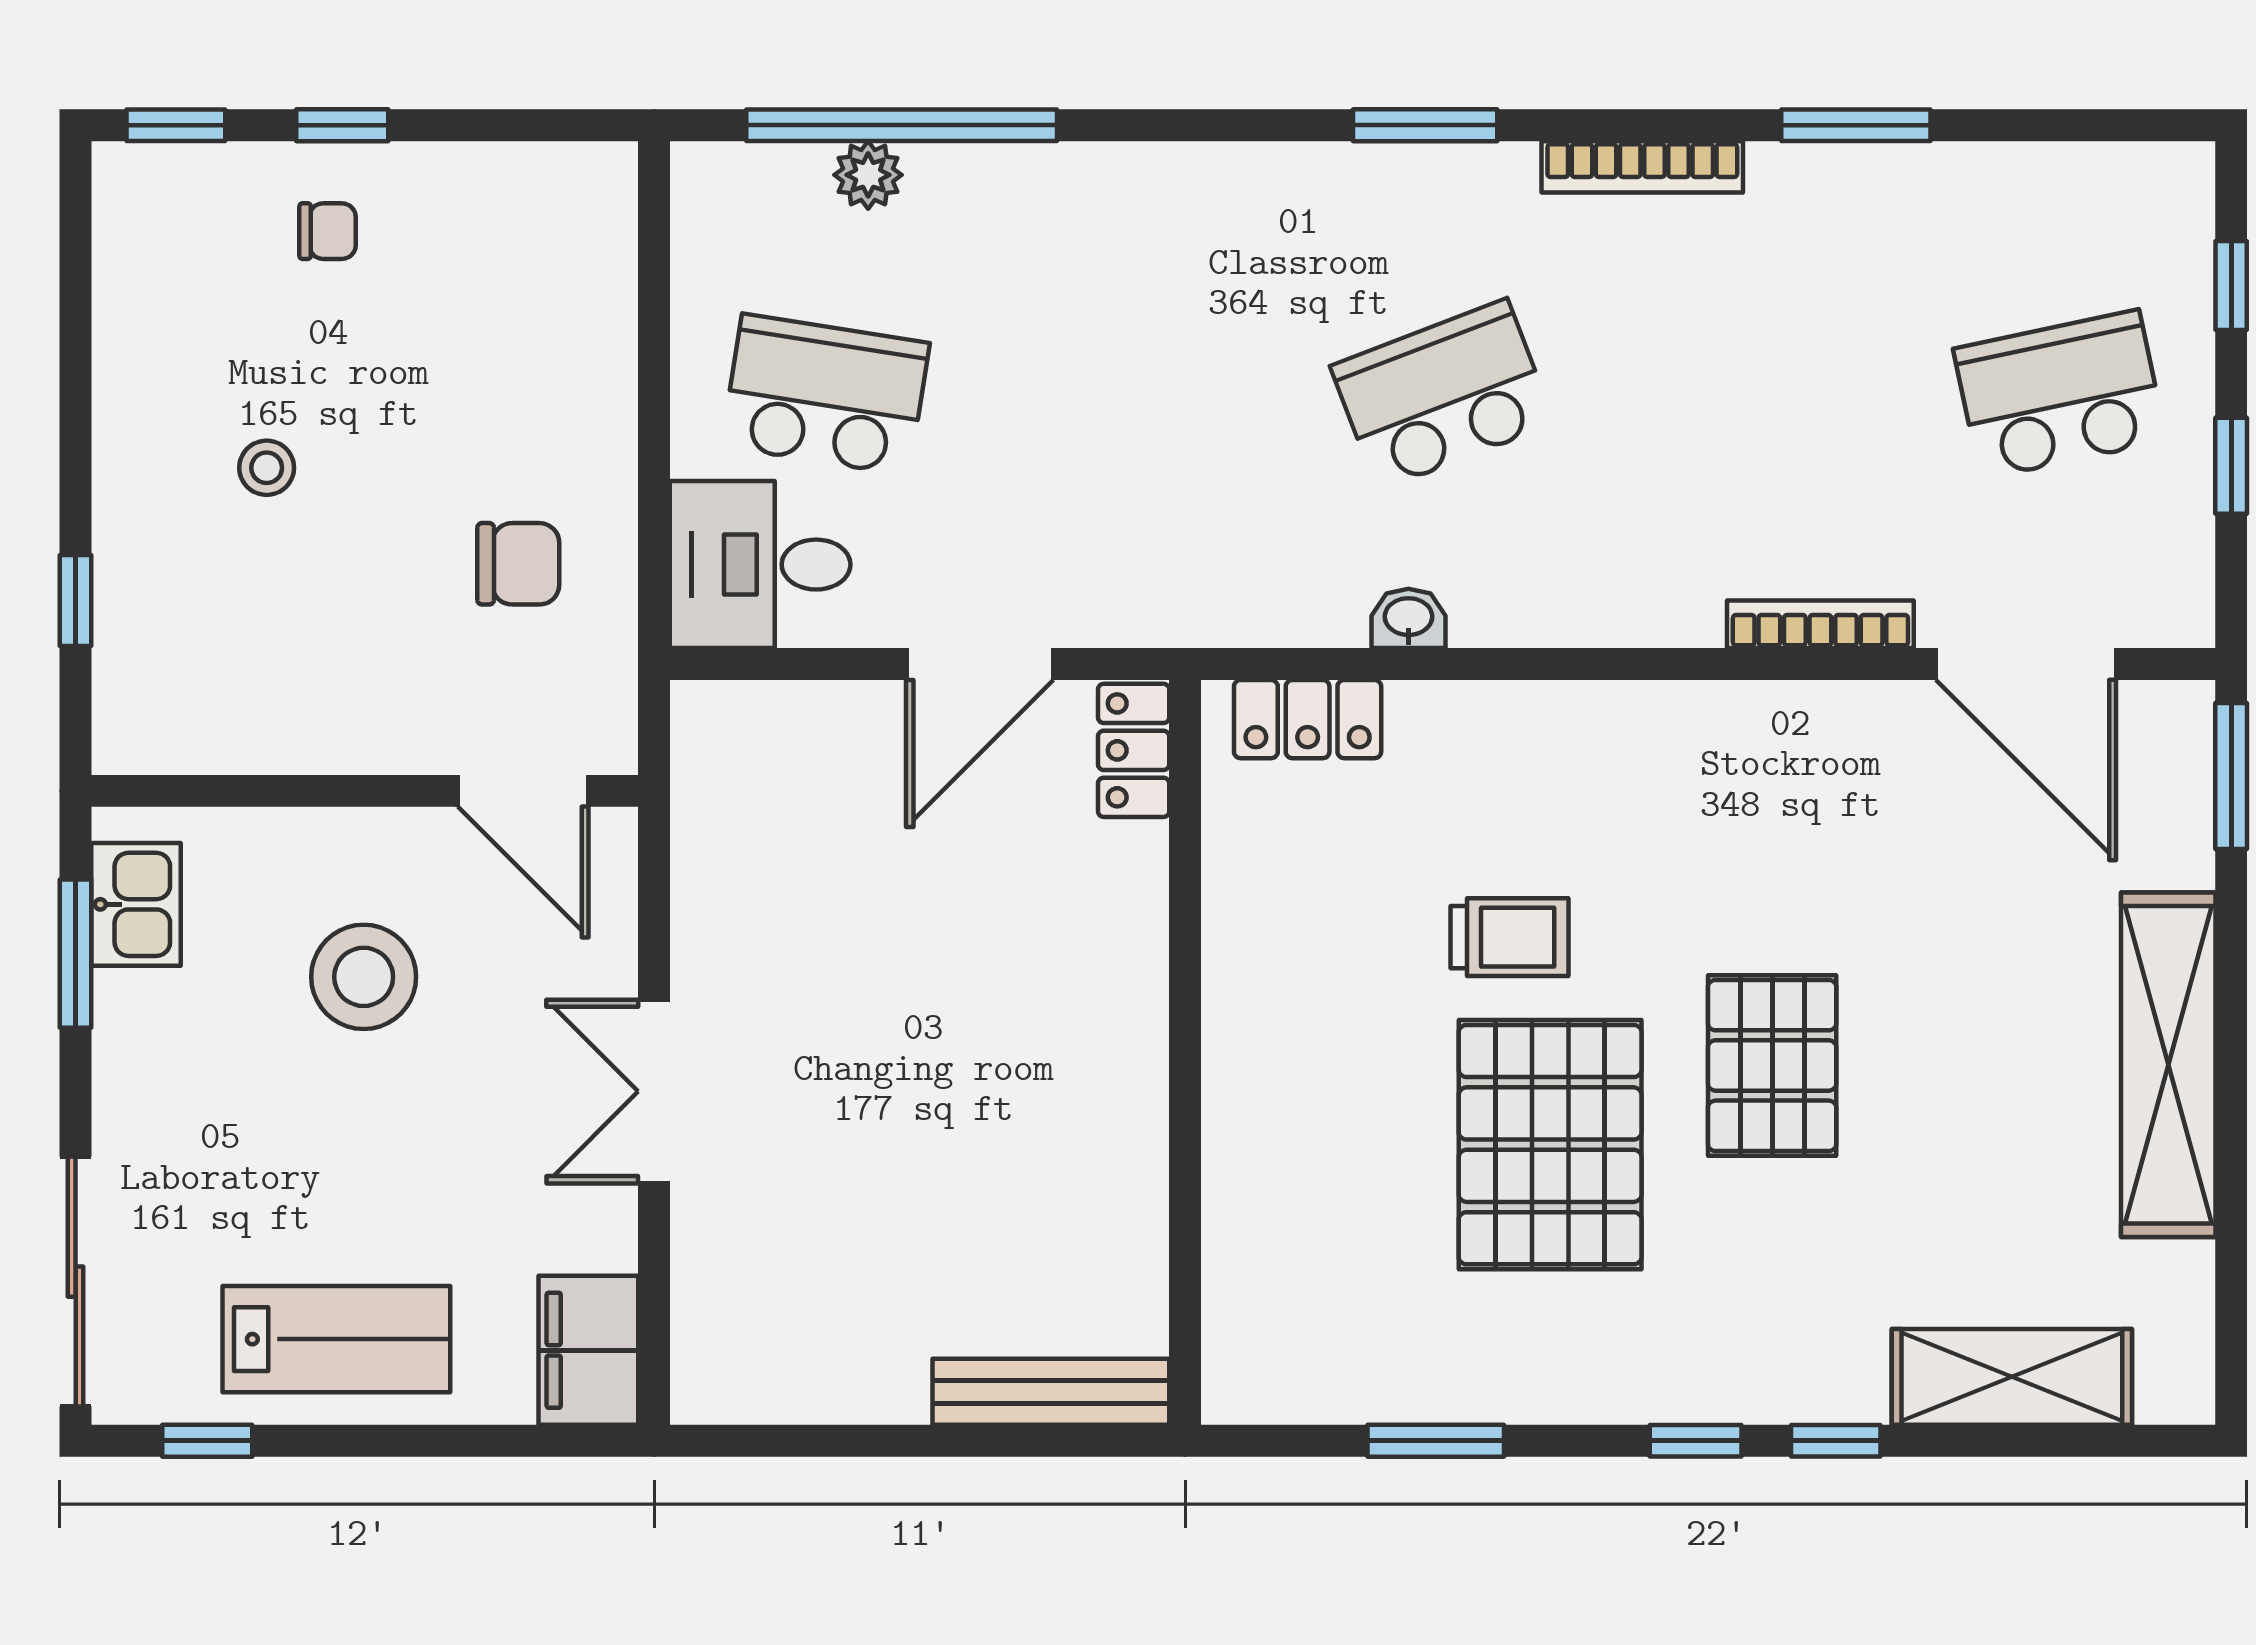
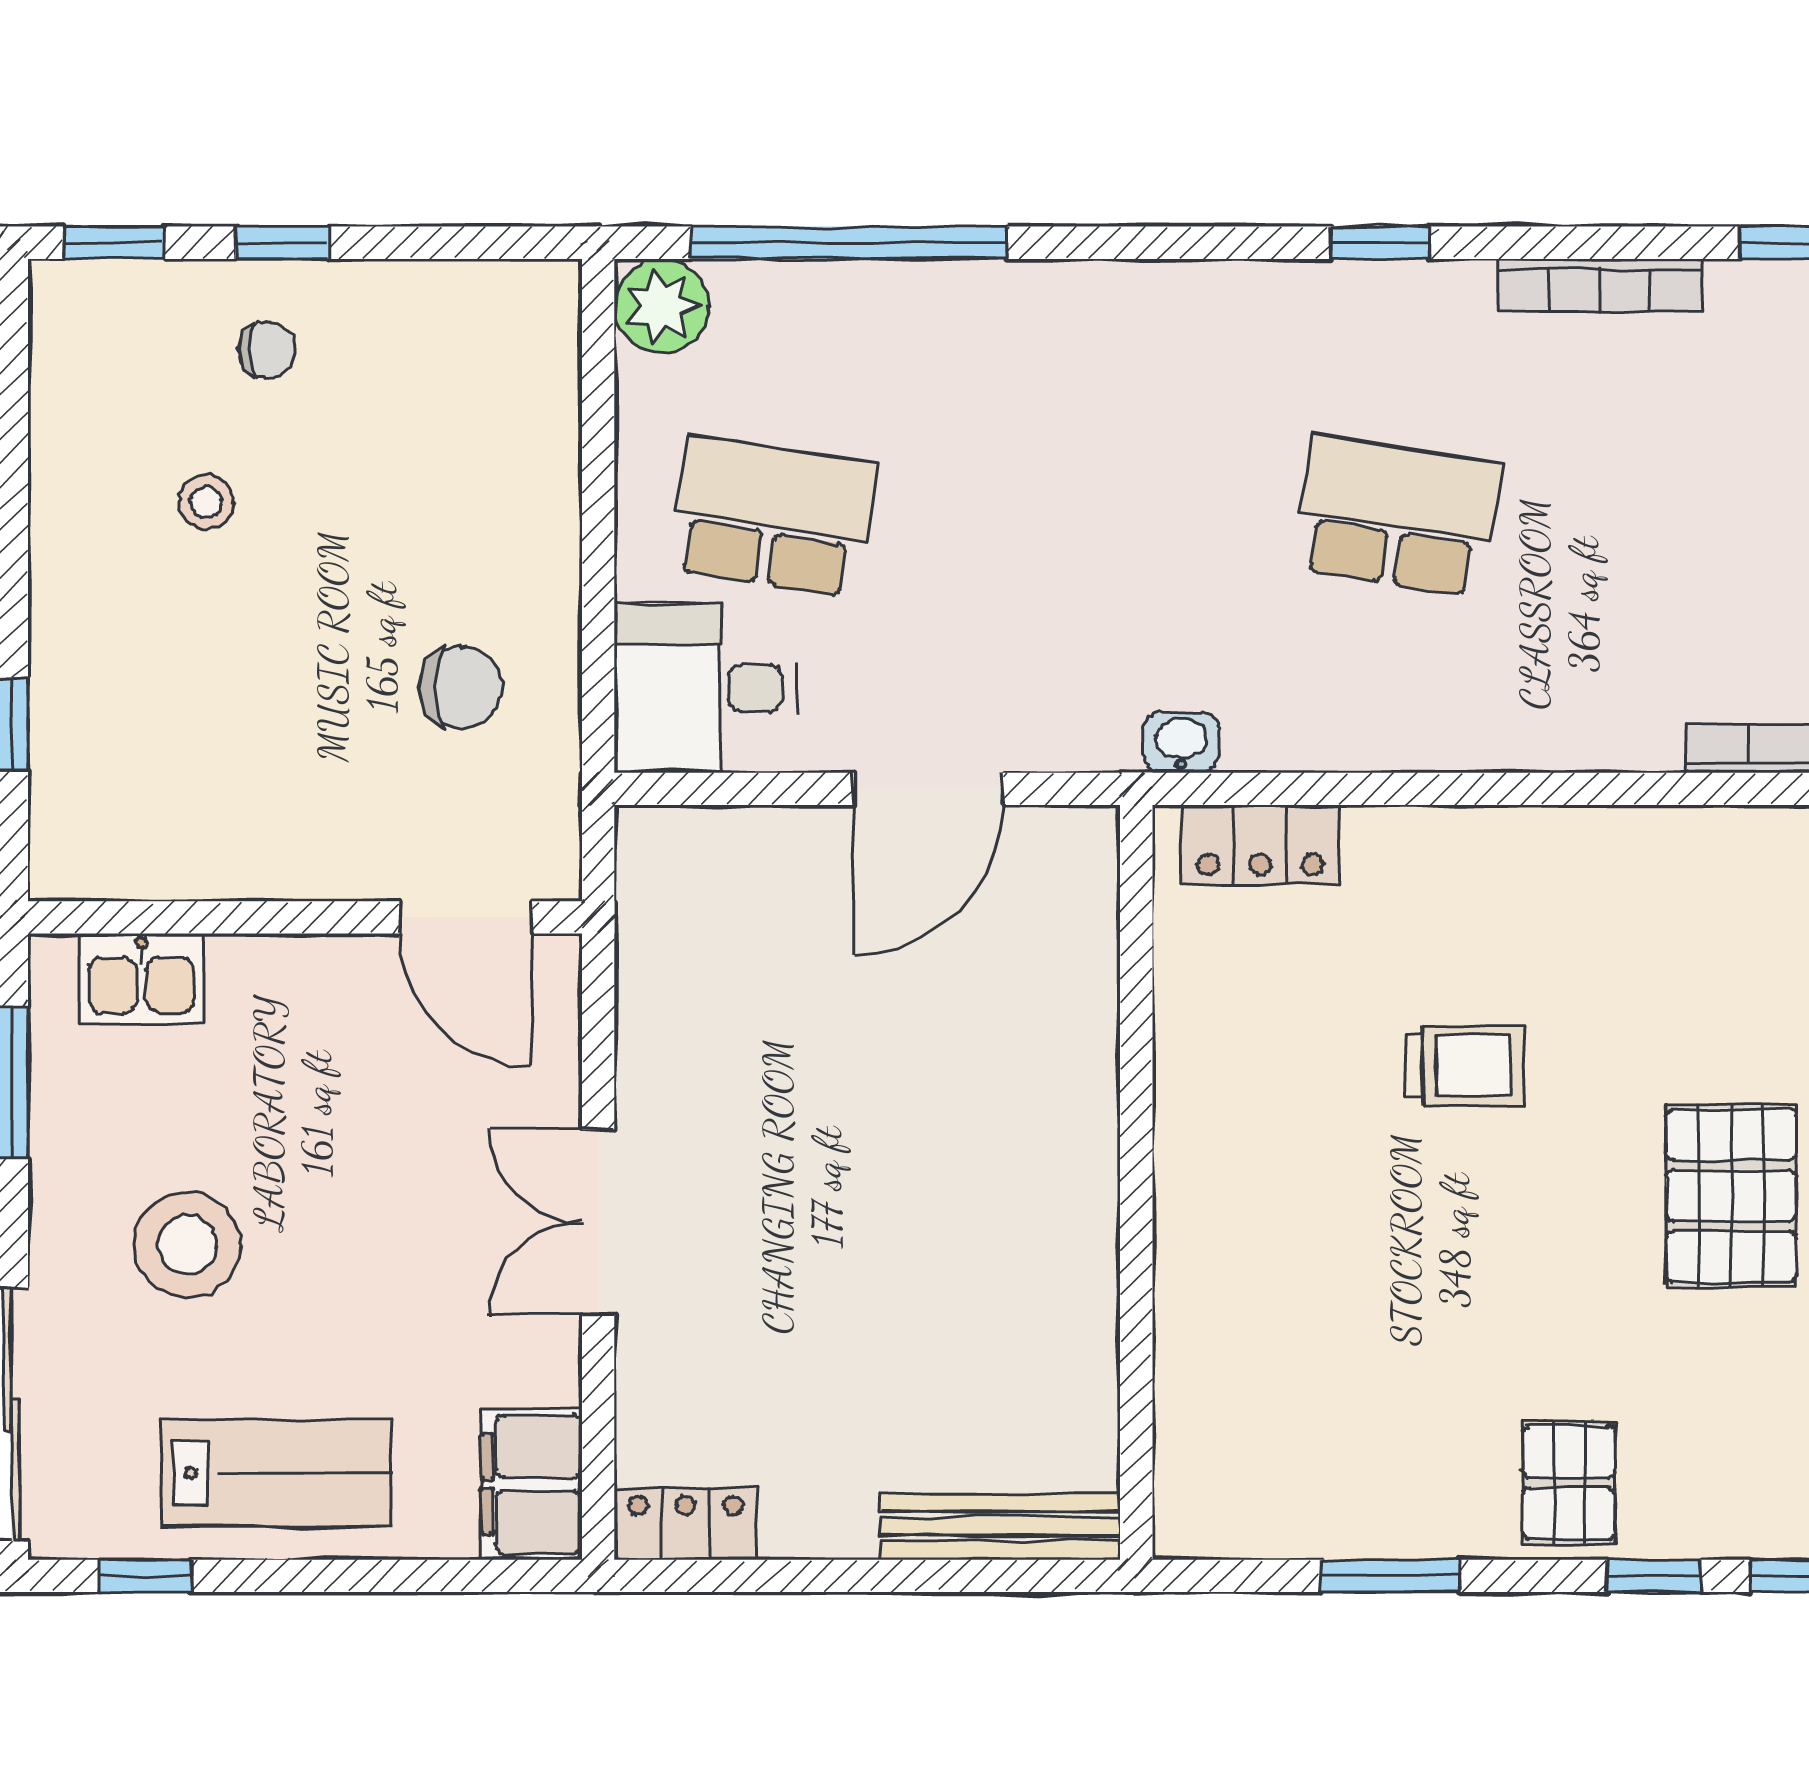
window: (1425, 125) -> (1380, 243), width x0.67
plant: (868, 175) -> (661, 306), moved, width x1.38, depth x1.38
school desk: (1443, 395) -> (1397, 516), turned 30
stool: (267, 468) -> (206, 502), moved
washbasin: (1408, 618) -> (1181, 743), moved
locker: (1134, 750) -> (686, 1524), moved, turned 90
kitchen sink: (136, 904) -> (141, 979), moved, turned 90
stool: (364, 977) -> (187, 1245), moved
pallet: (1550, 1145) -> (1569, 1482), moved, width x0.49, depth x0.50

